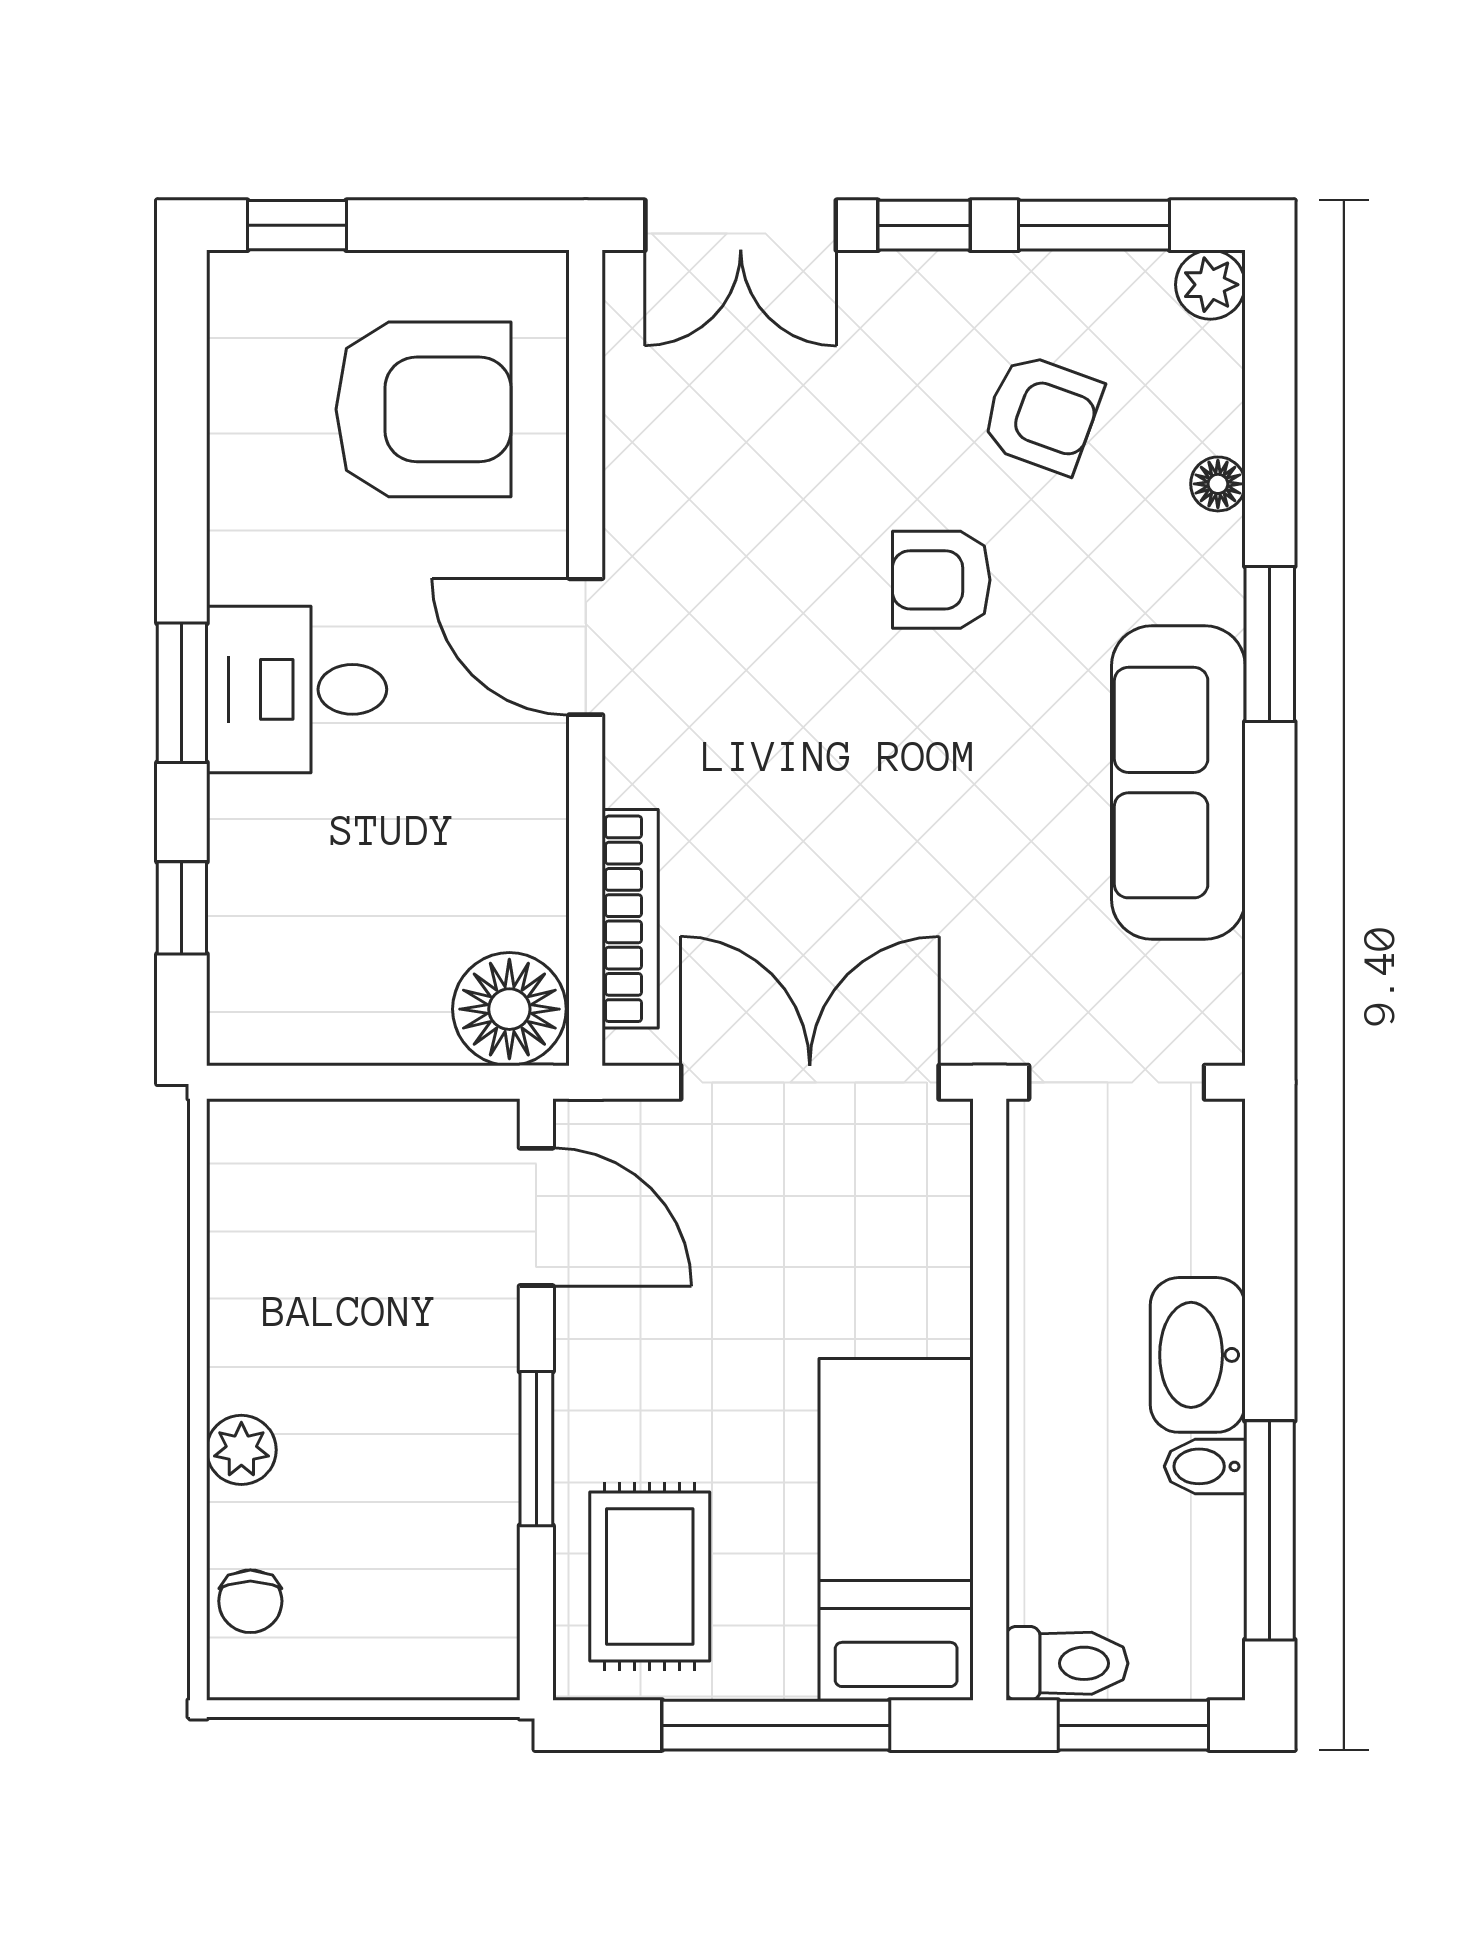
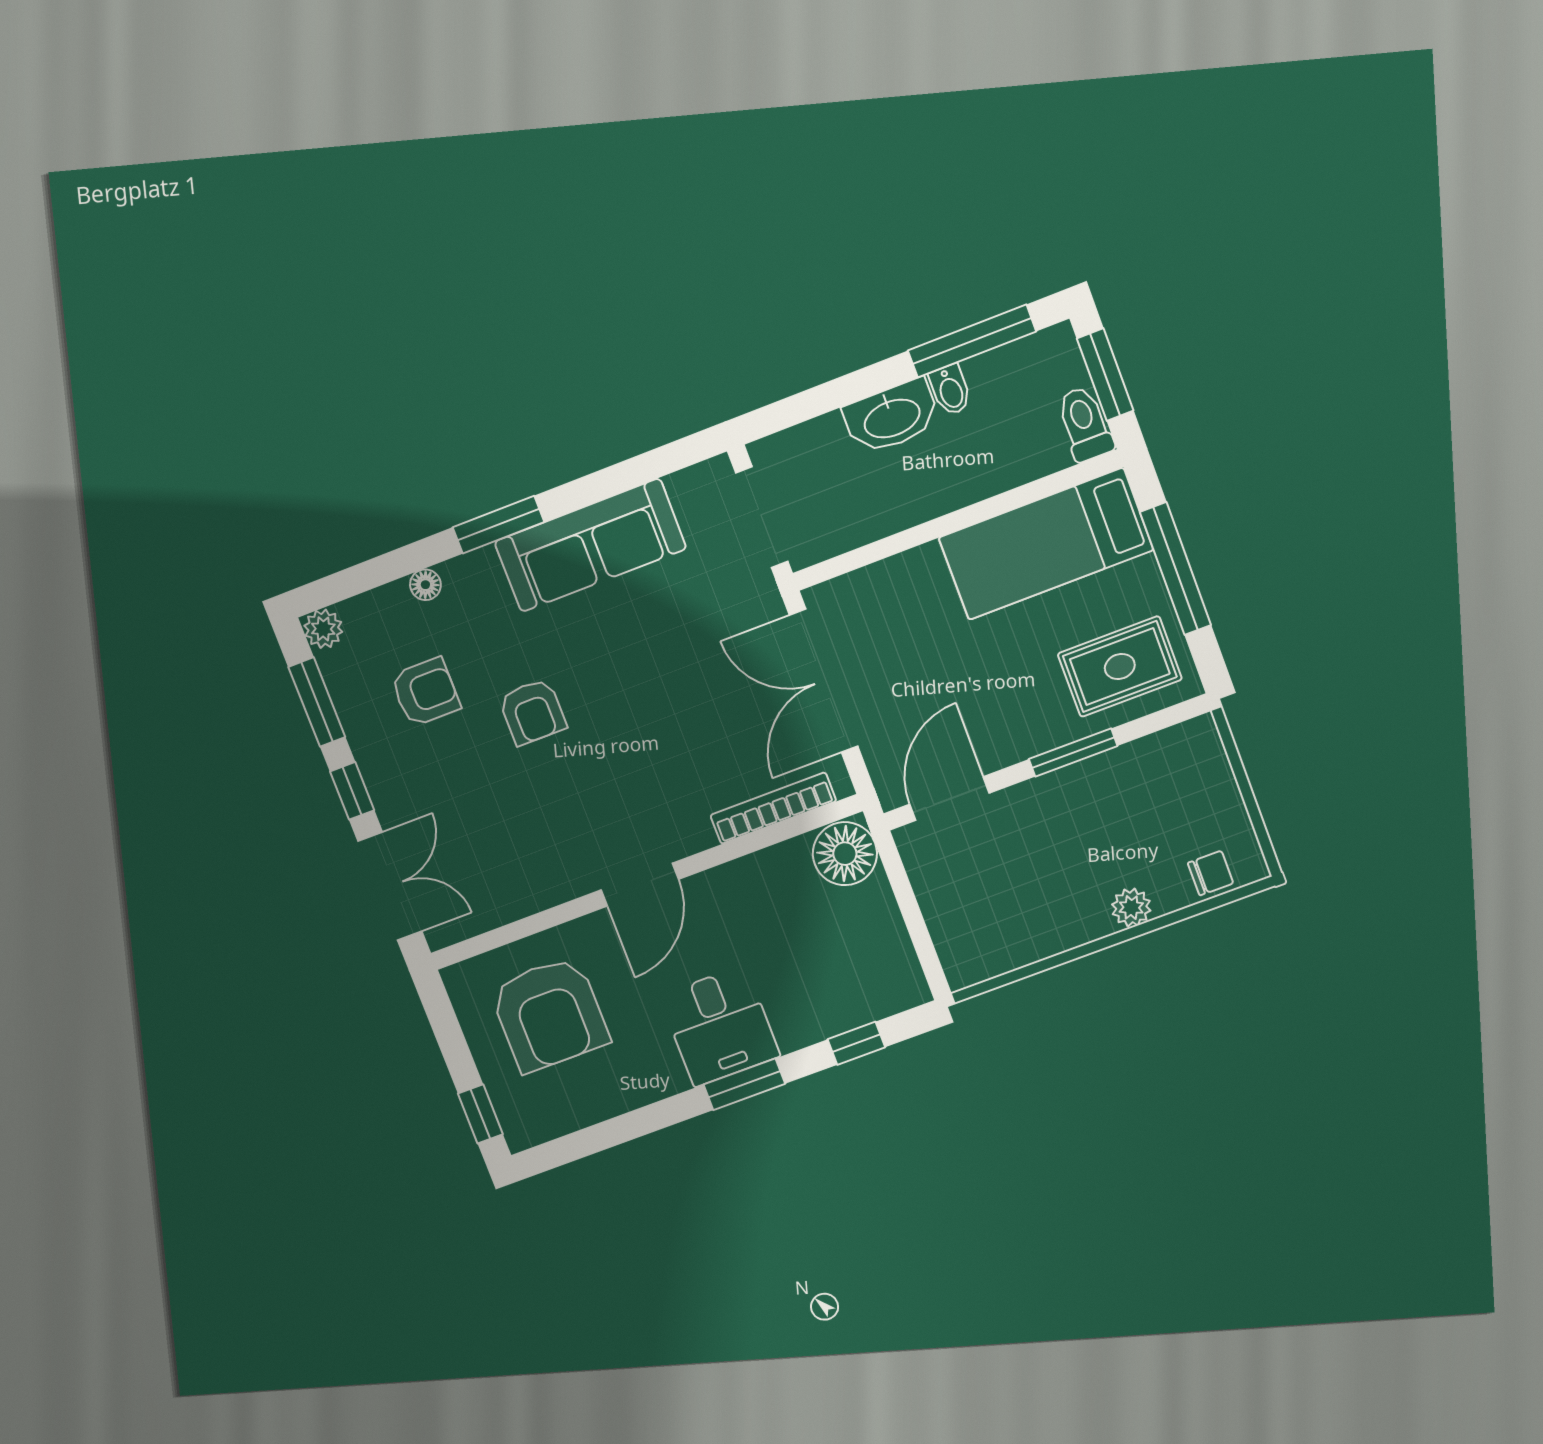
armchair: (423, 409) -> (549, 1014), turned 180
armchair: (1042, 414) -> (425, 692), turned 70

